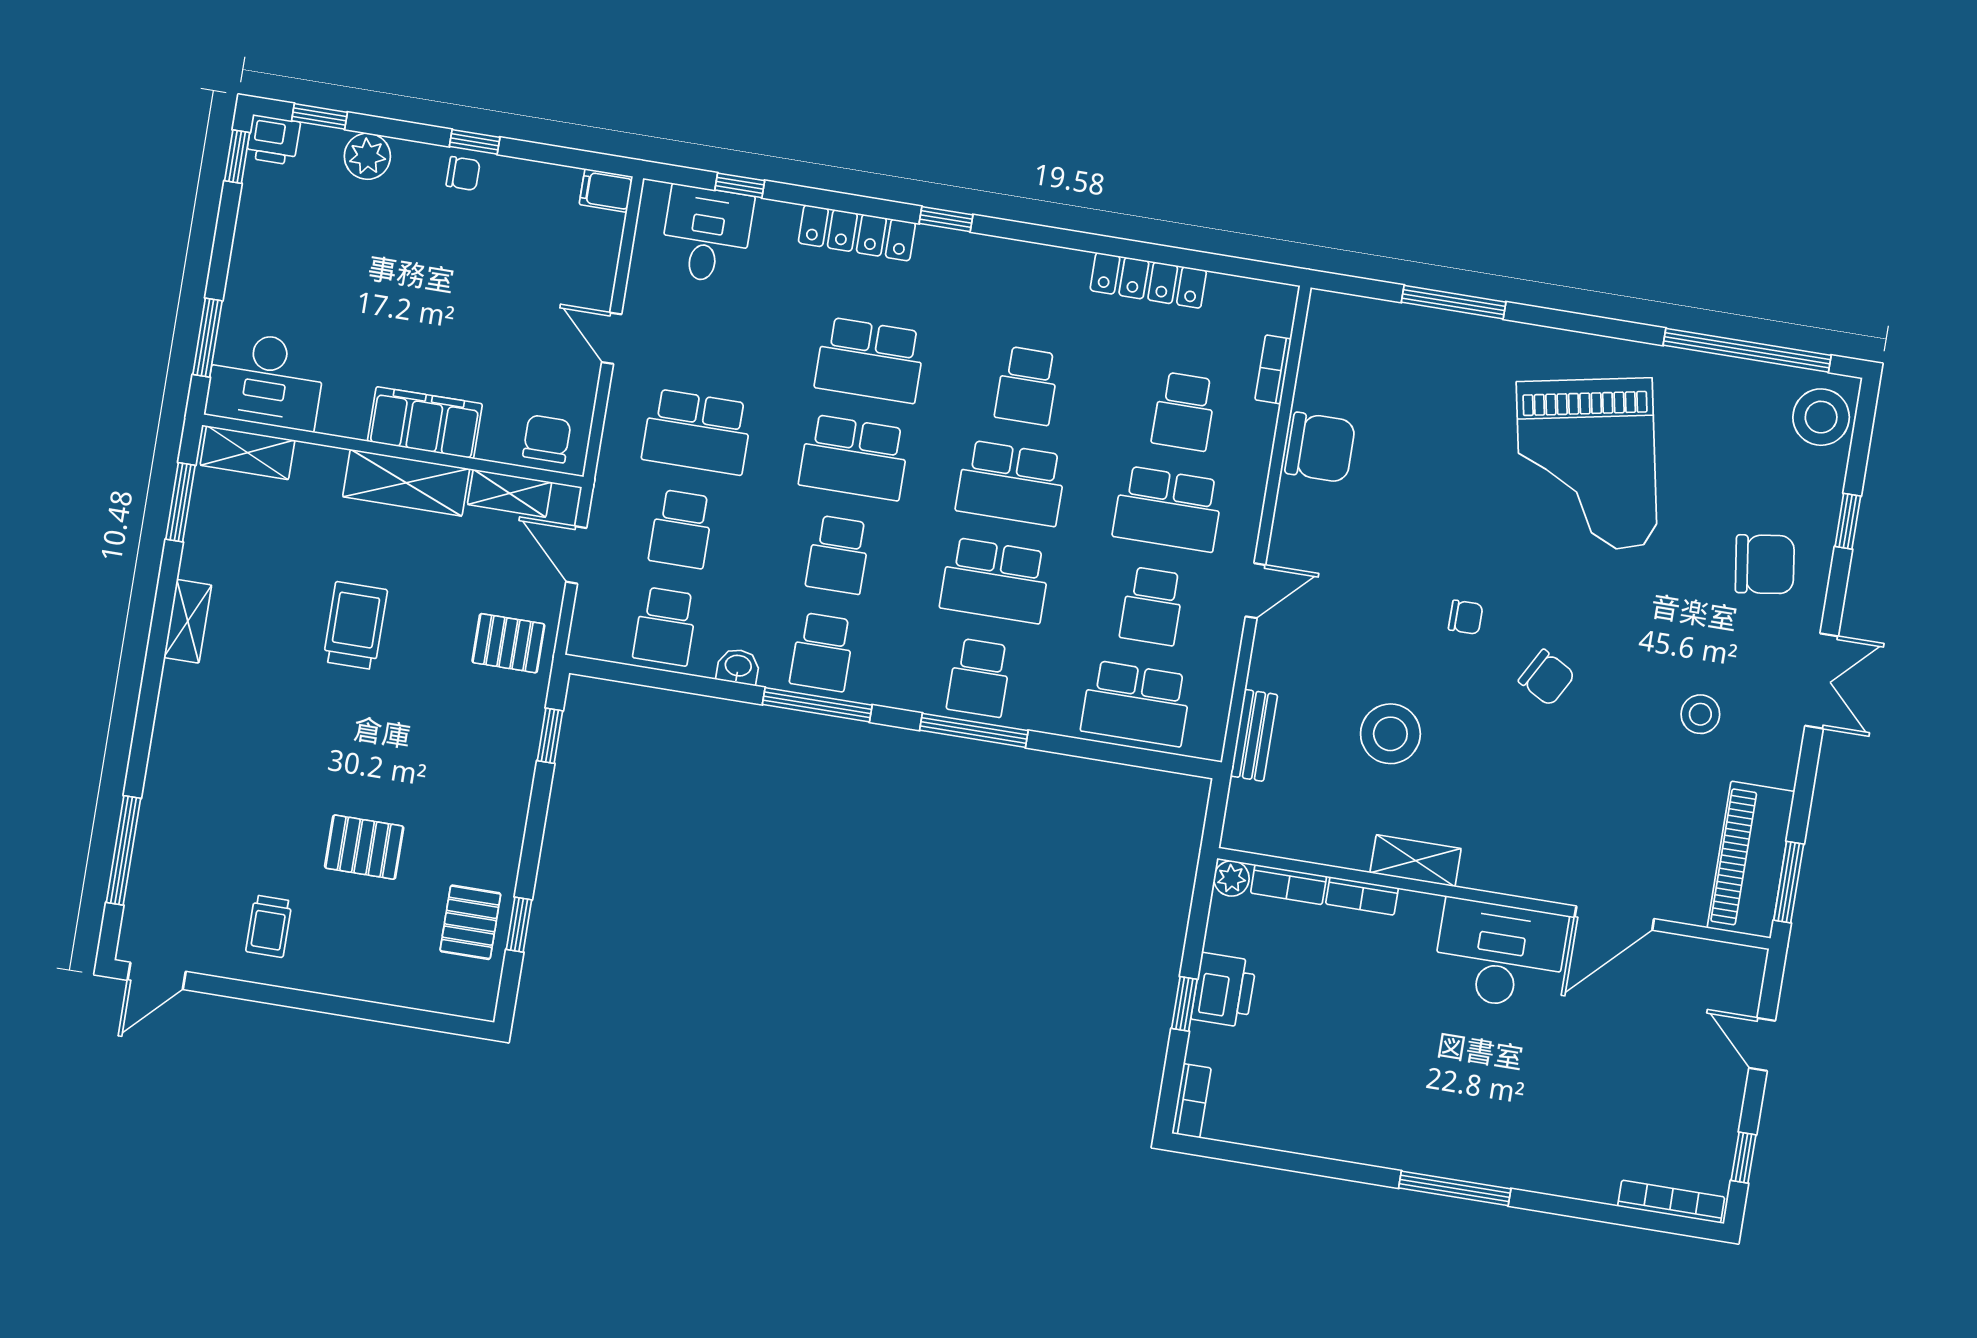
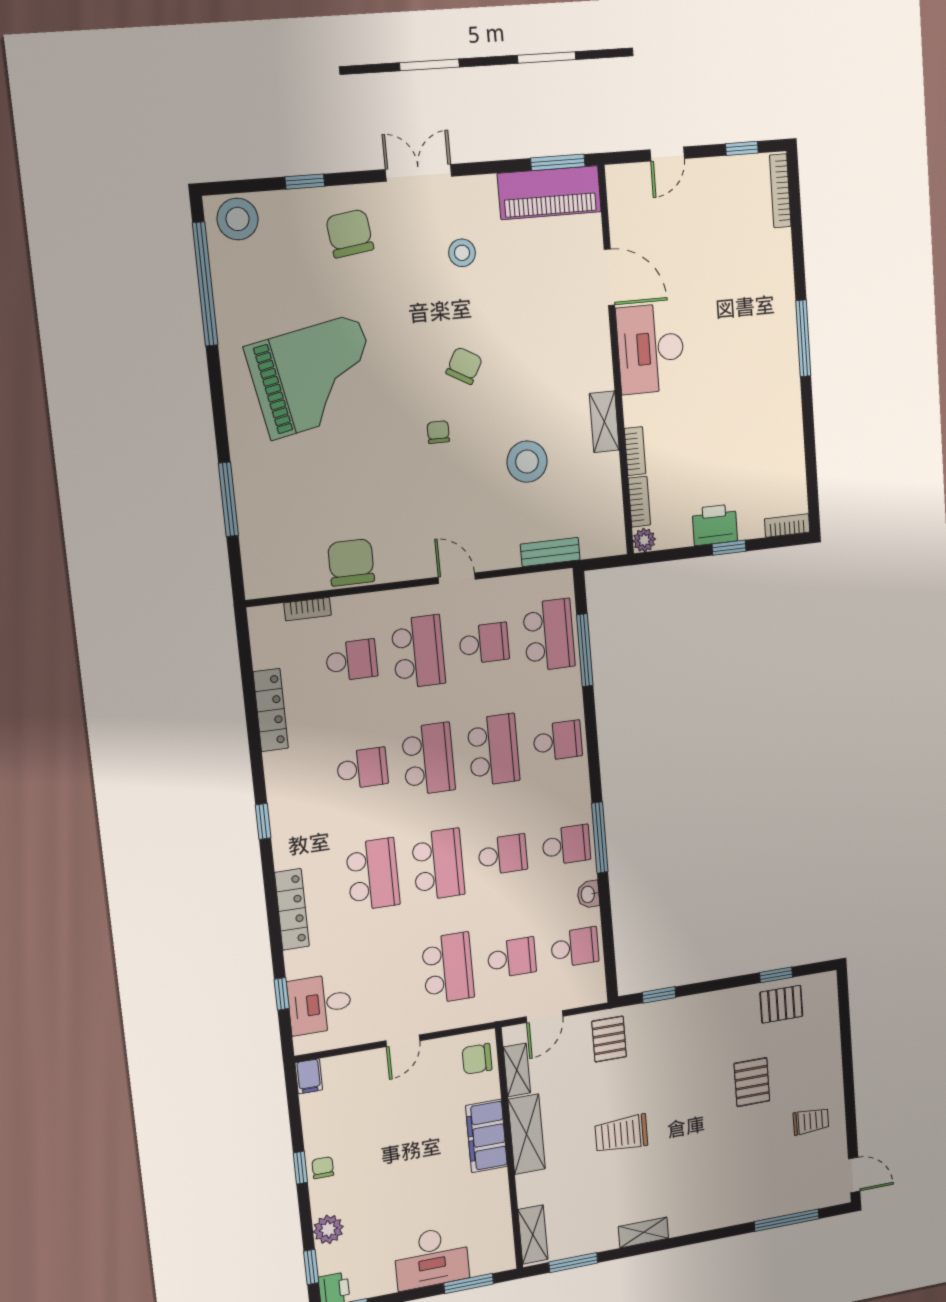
window: (946, 219) -> (263, 821), moved
desk: (266, 380) -> (432, 1258), moved, turned 90
window: (974, 730) -> (585, 650), moved

